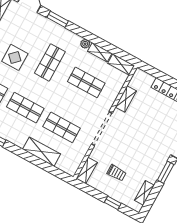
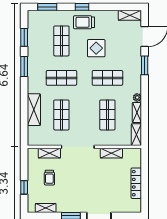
shop shelf: (25, 108) -> (61, 78), turned 90
shelving: (87, 170) -> (49, 153), moved

